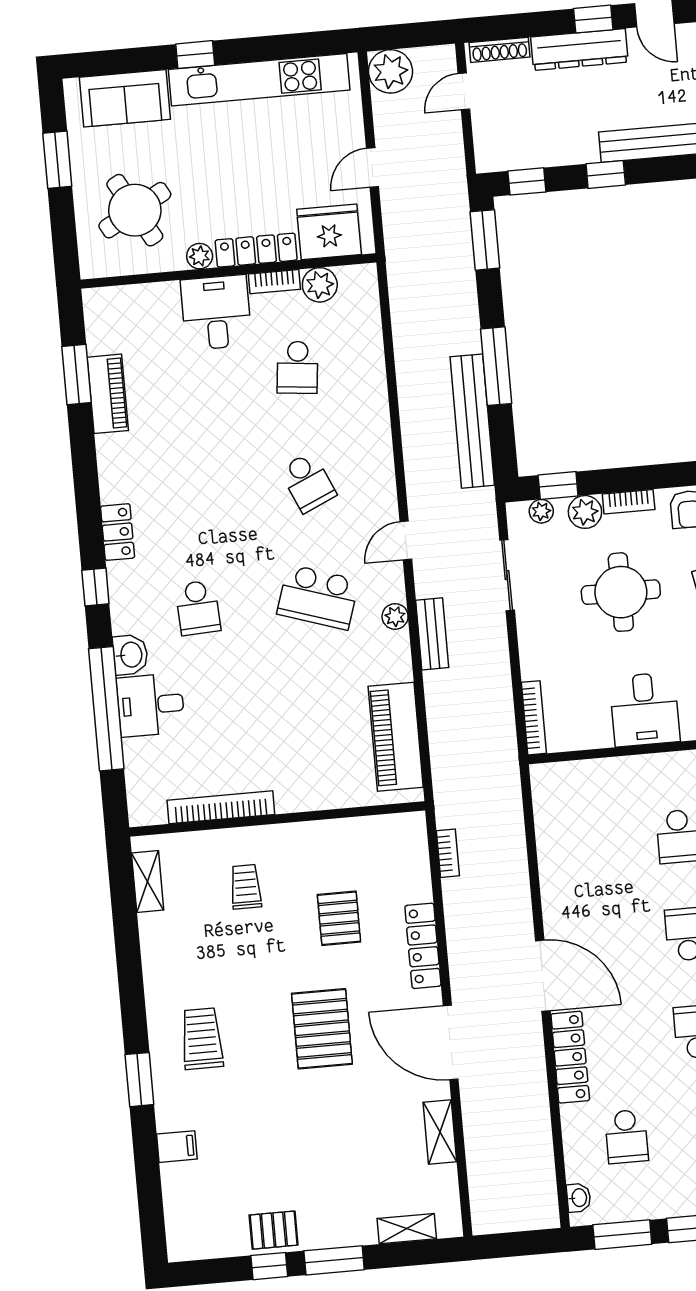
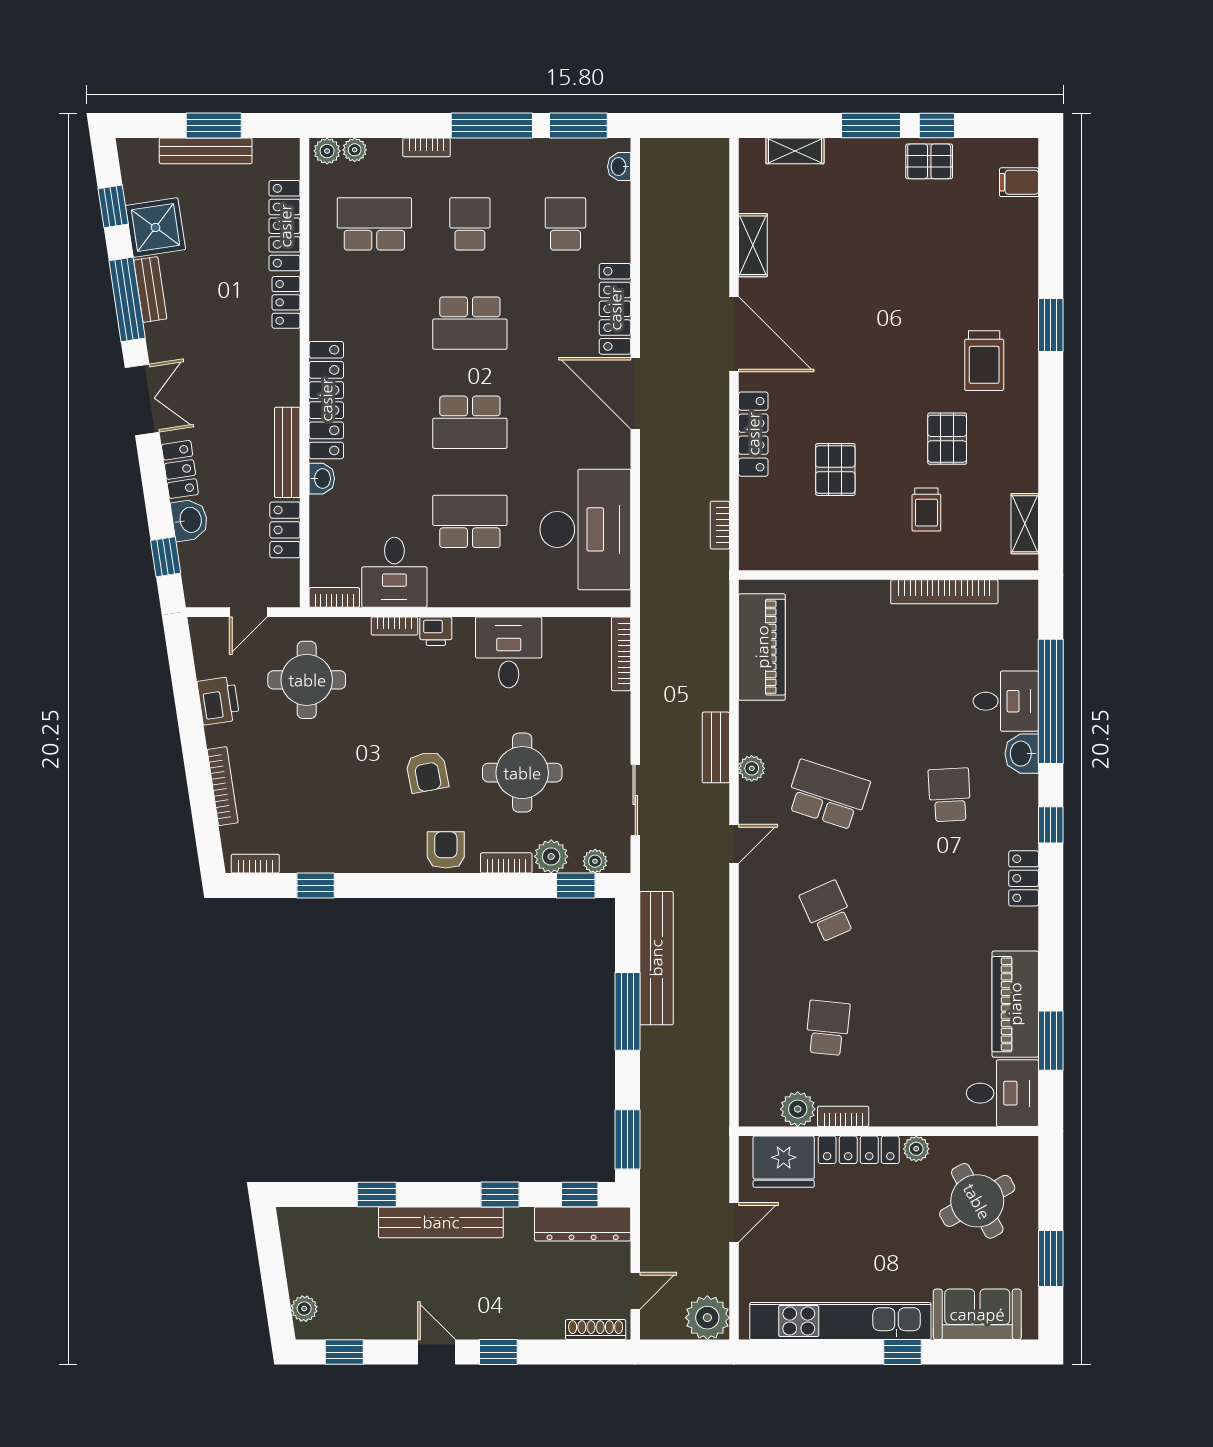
dresser: (579, 50) -> (583, 1224), moved, turned 180
desk: (216, 312) -> (1002, 1093), moved, turned -90
piano: (108, 394) -> (1015, 1004), width x1.37, depth x1.33
desk: (580, 837) -> (585, 529), added
pallet: (322, 1029) -> (947, 439), moved, width x0.67, depth x0.71
filing cabinet: (177, 1147) -> (1019, 182), moved

